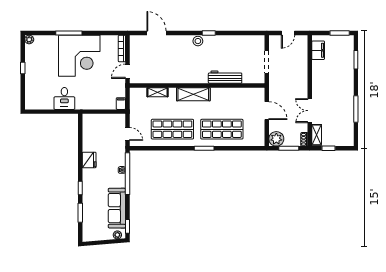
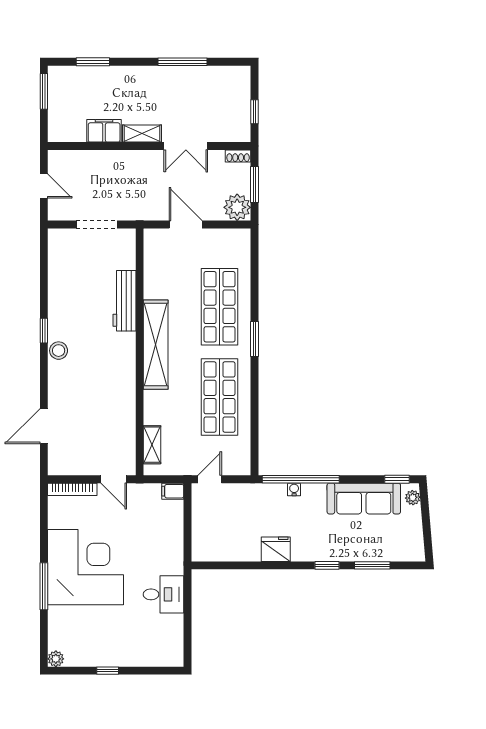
filing cabinet: (318, 50) -> (104, 131), moved
shelving: (158, 92) -> (152, 445), moved
shelving: (193, 94) -> (156, 345), width x1.47
door: (267, 111) -> (186, 225), hinge flipped
door: (127, 134) -> (210, 479), moved
shelving: (317, 135) -> (142, 134), moved

